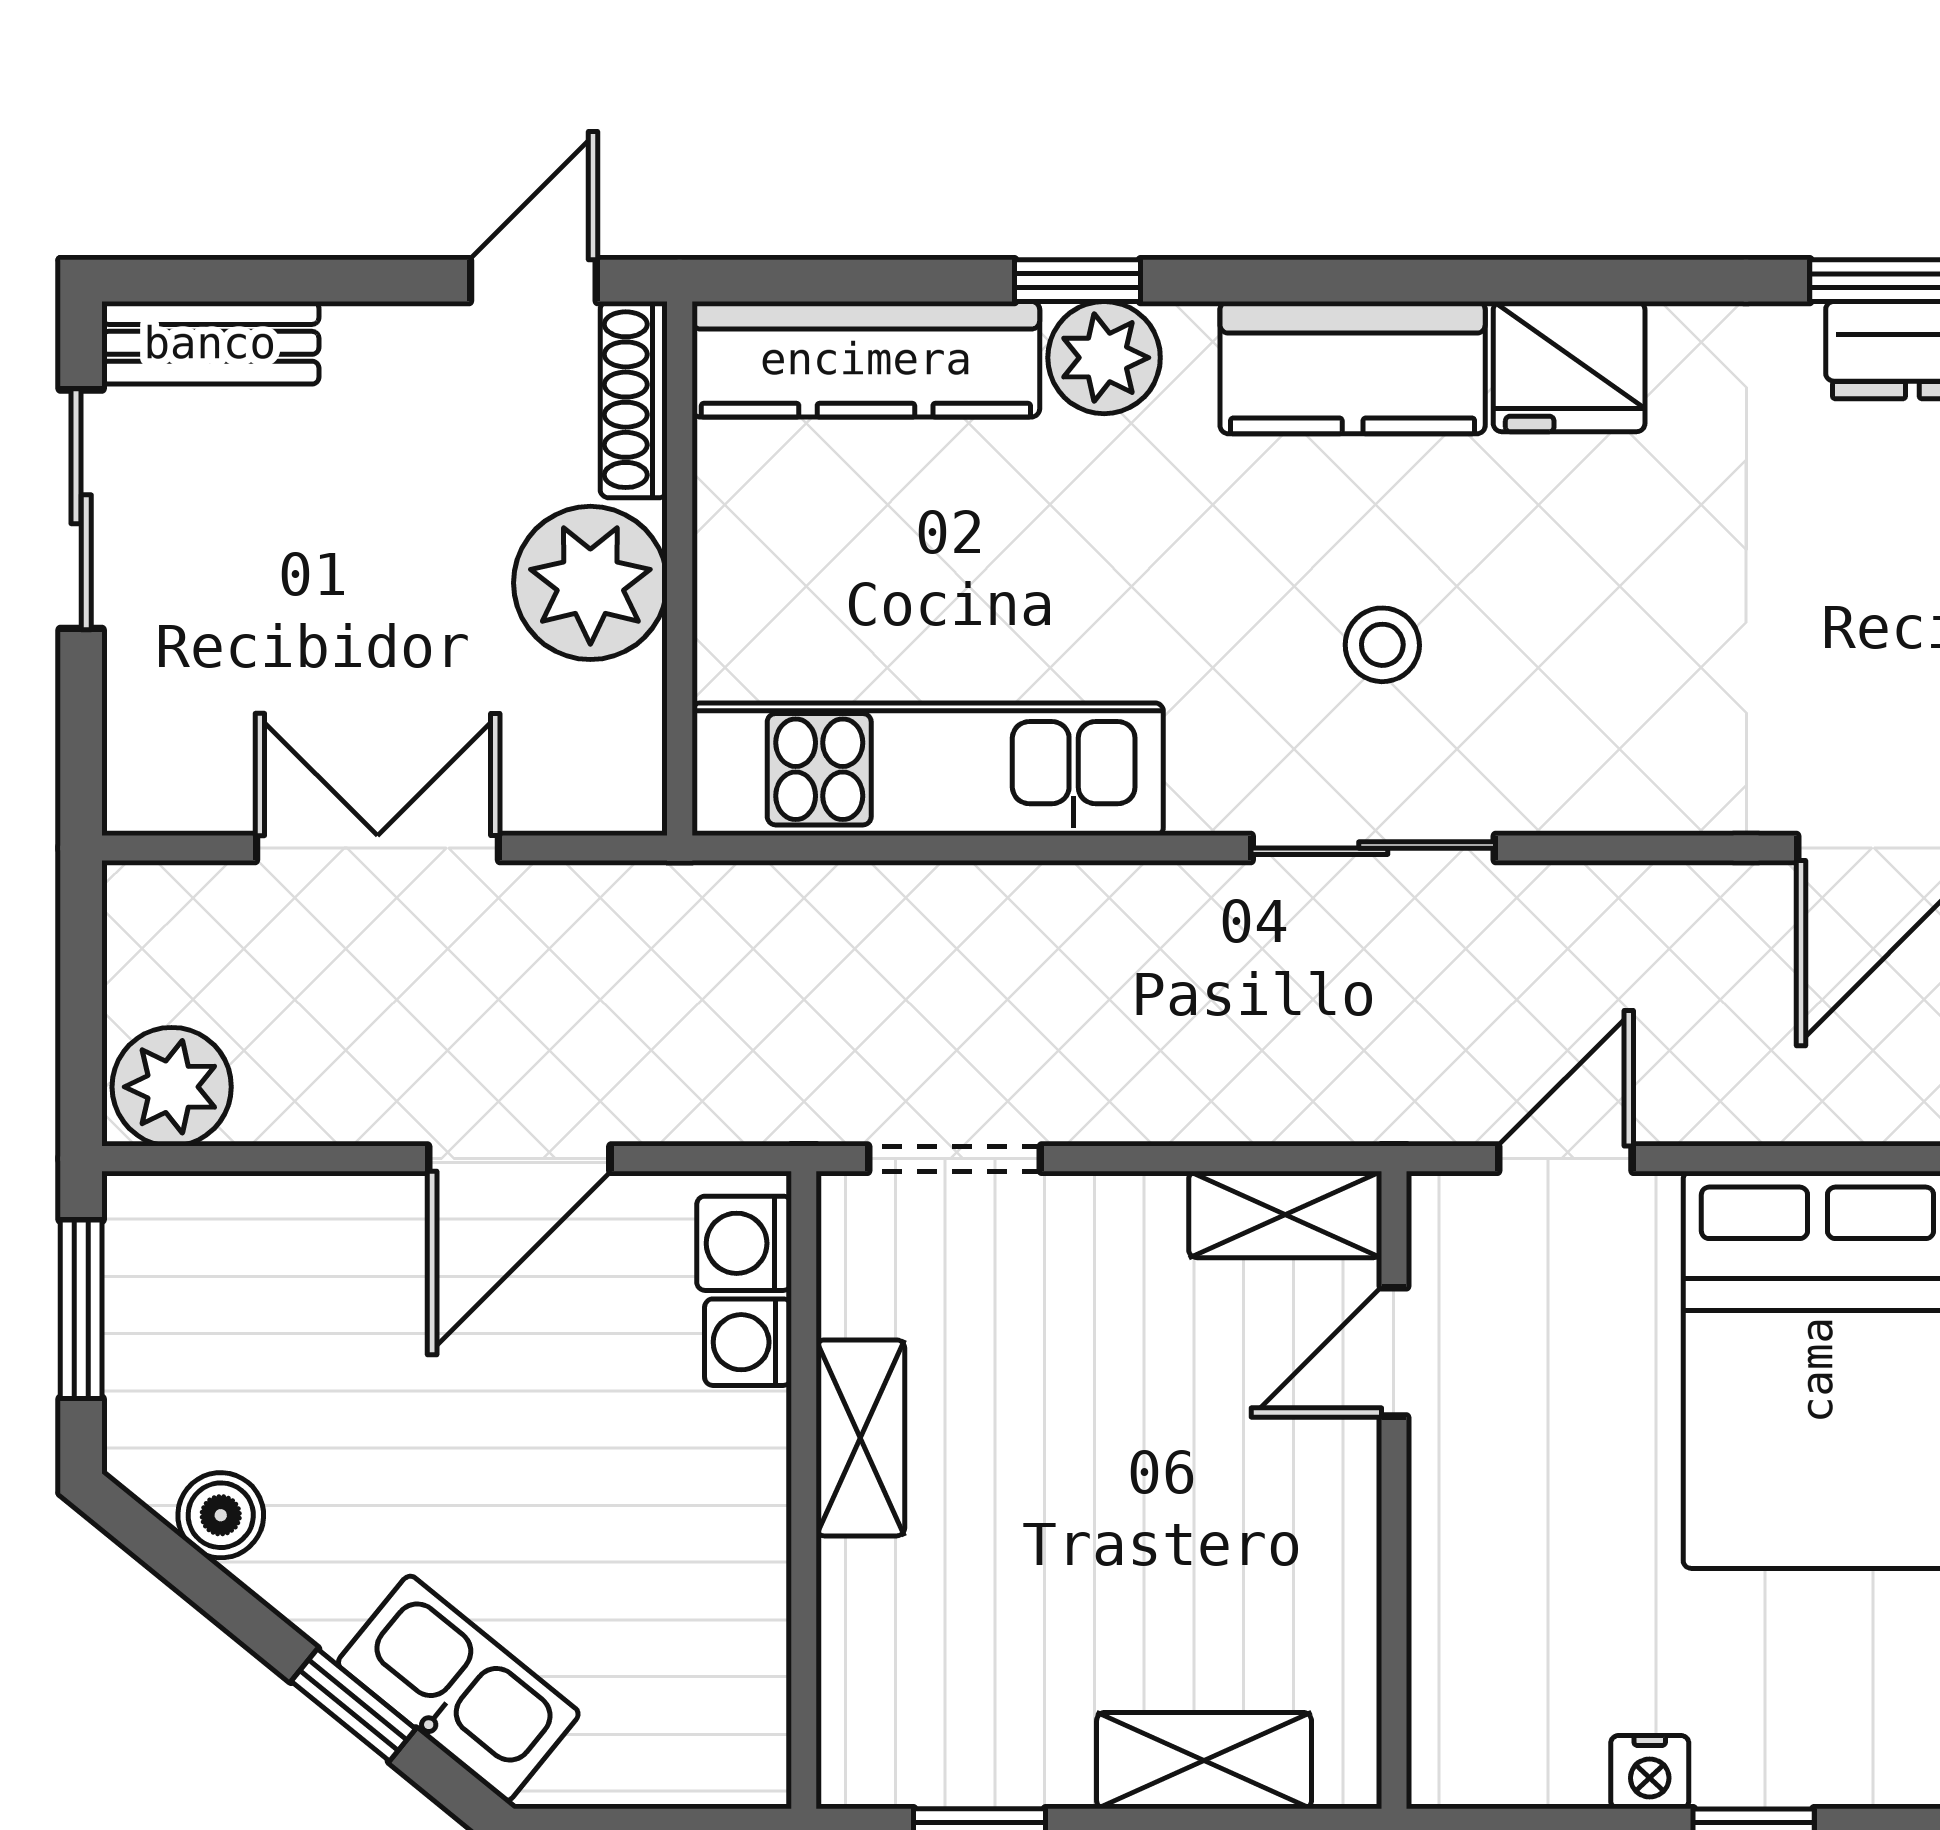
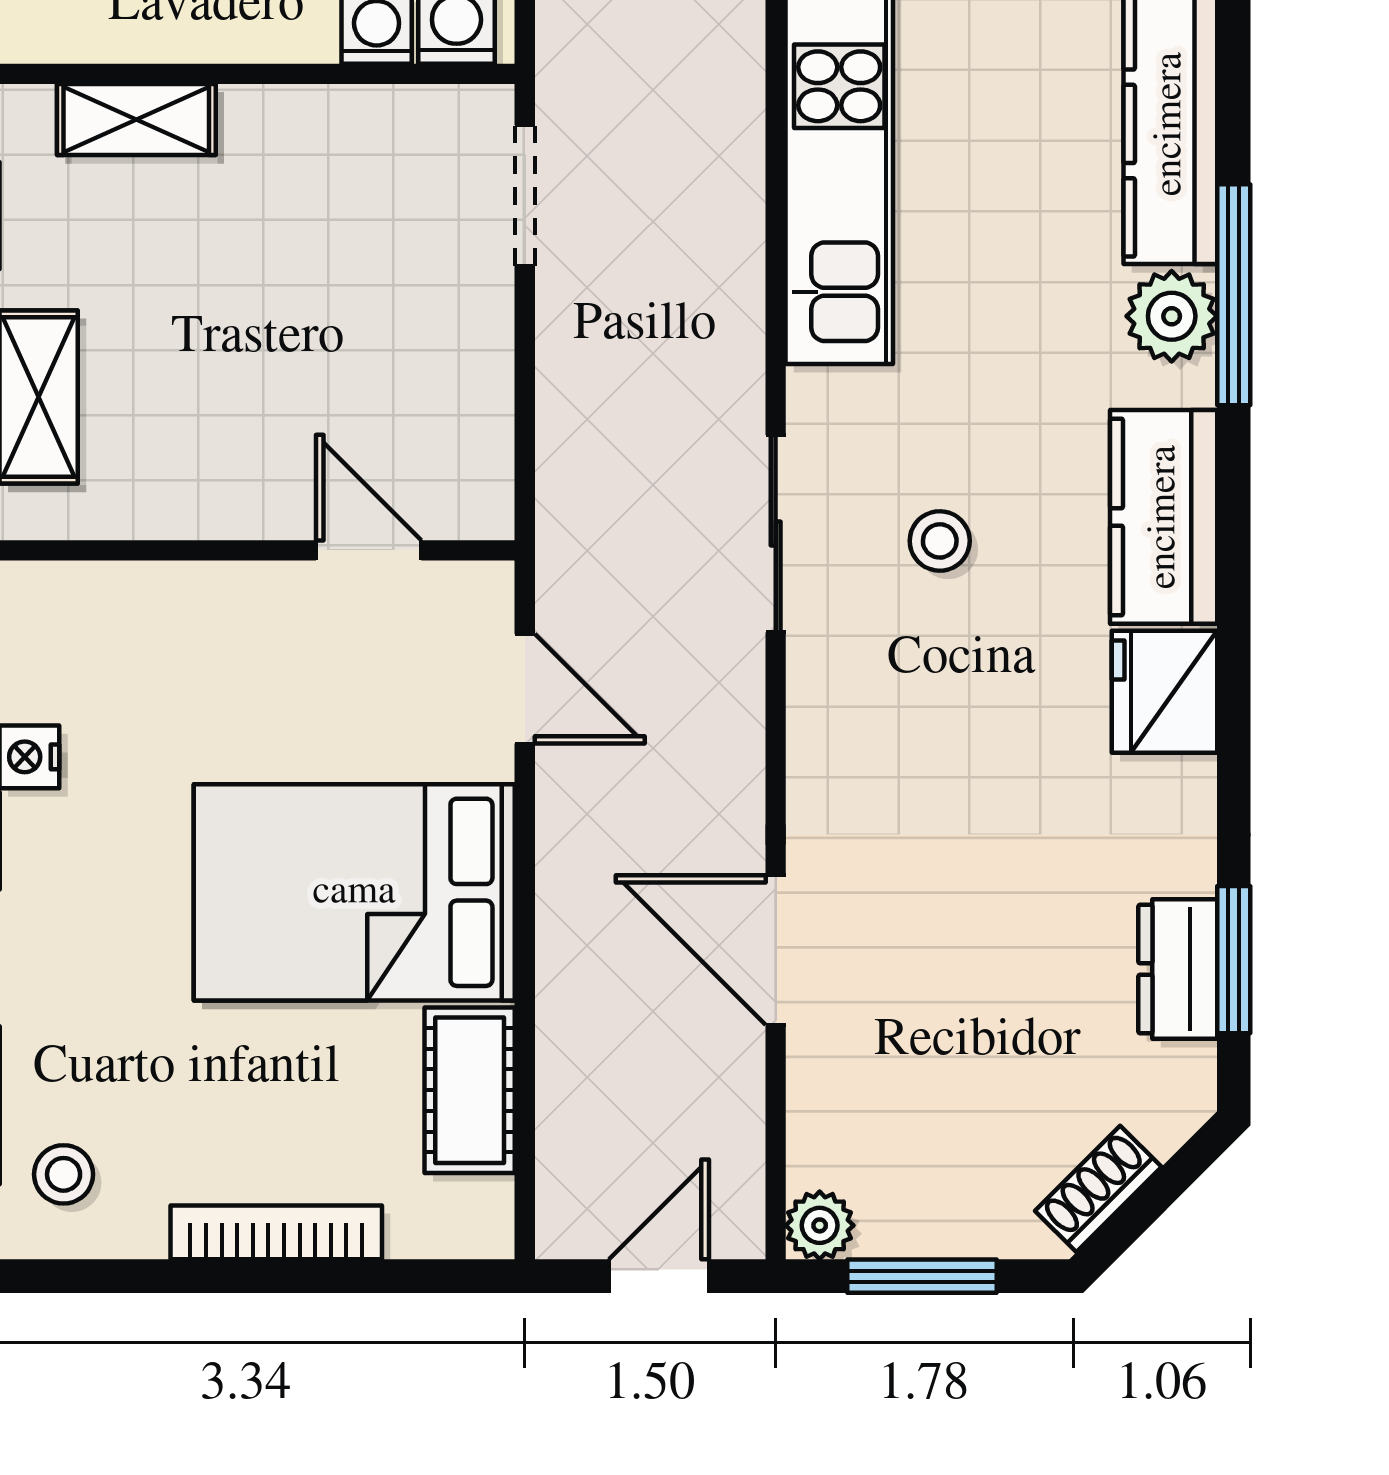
window: (1077, 281) -> (1234, 295), width x2.17
shelving: (1285, 1214) -> (480, 463), removed
shelving: (860, 1438) -> (136, 120), moved

